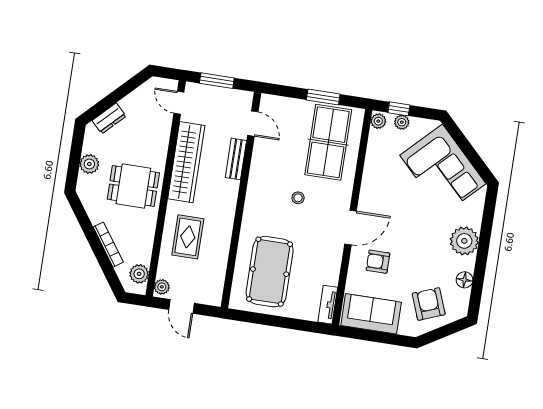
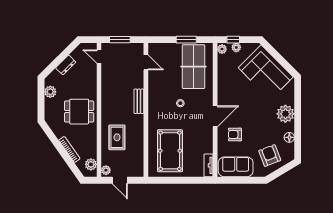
dresser: (109, 118) -> (66, 65), moved
bench: (236, 159) -> (139, 101), moved
wardrobe: (186, 162) -> (109, 92), removed
plant: (89, 164) -> (50, 92), moved

